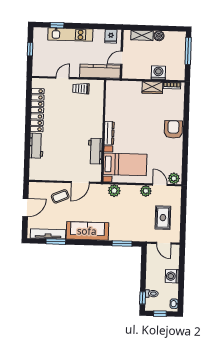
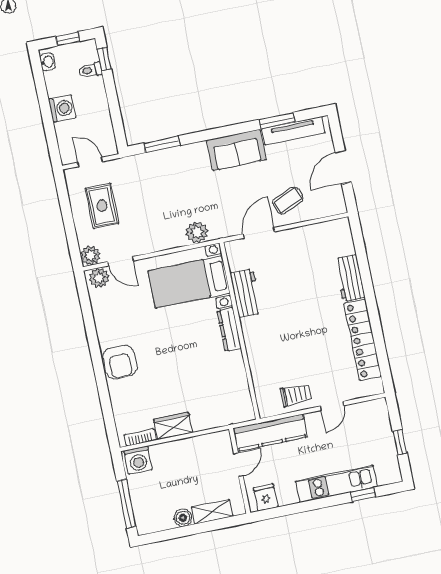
washing machine: (158, 73) -> (138, 460), moved
plant: (146, 191) -> (90, 255), moved
sofa: (87, 231) -> (236, 150), width x0.73

